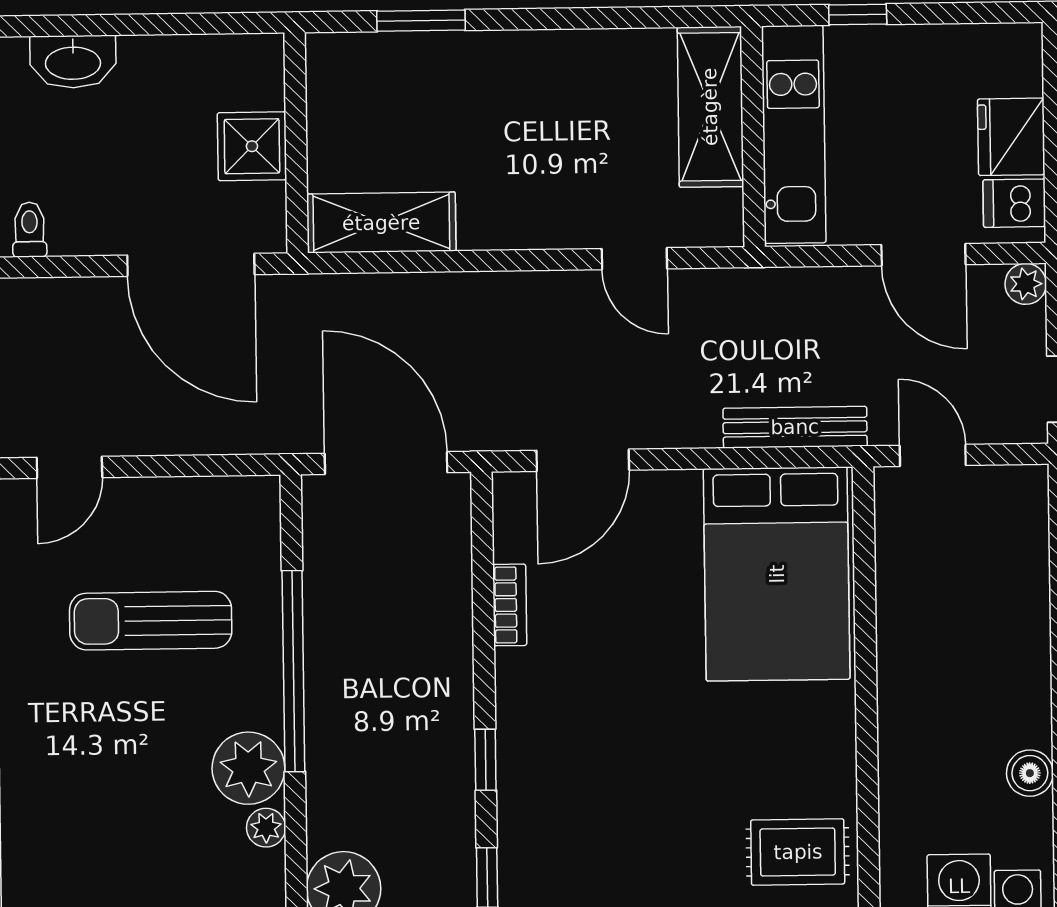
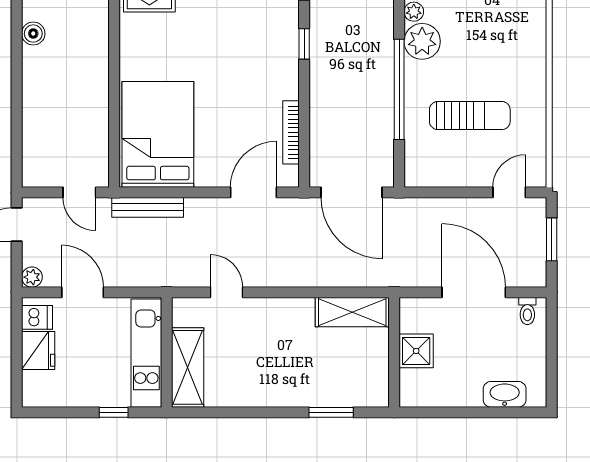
door: (191, 265) -> (474, 292), moved
bookcase: (510, 605) -> (291, 132), width x1.56

